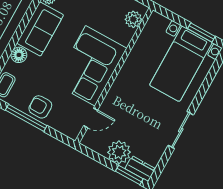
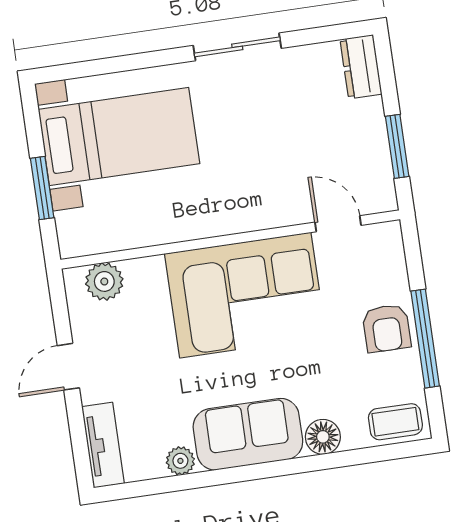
window: (201, 33) -> (42, 188), moved
plant: (119, 152) -> (360, 127), removed
window: (129, 175) -> (397, 146), moved

